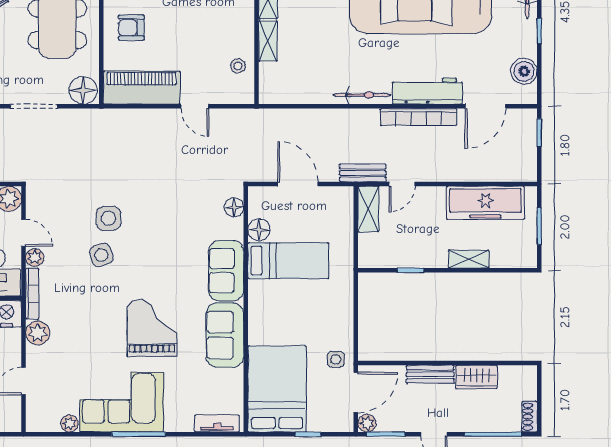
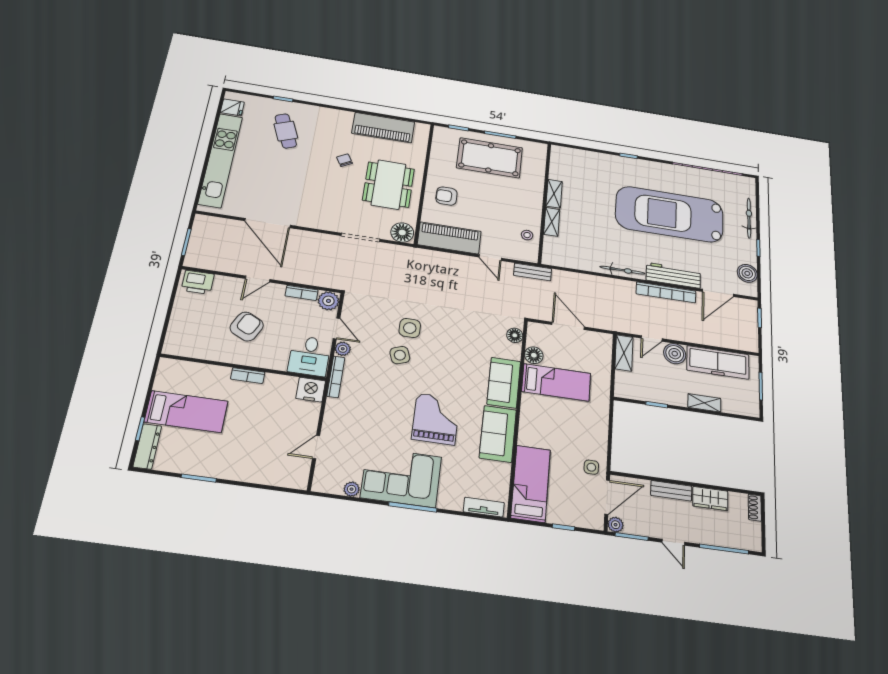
bench: (363, 173) -> (533, 272), moved
boiler: (431, 200) -> (675, 354), added
plant: (38, 333) -> (335, 409), removed
bed: (277, 389) -> (531, 484), width x0.67
shoe rack: (530, 417) -> (755, 508), moved

